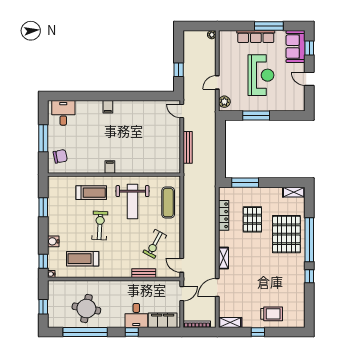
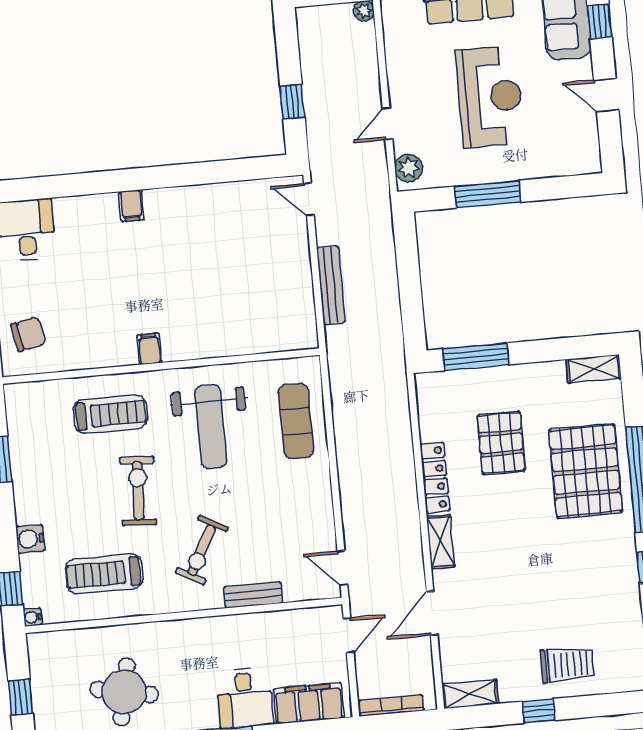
locker: (224, 215) -> (435, 478), moved
exercise bike: (155, 244) -> (202, 550), moved

